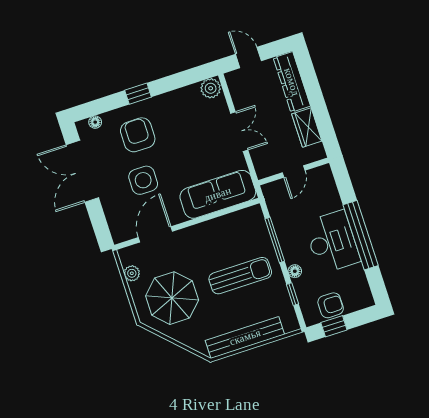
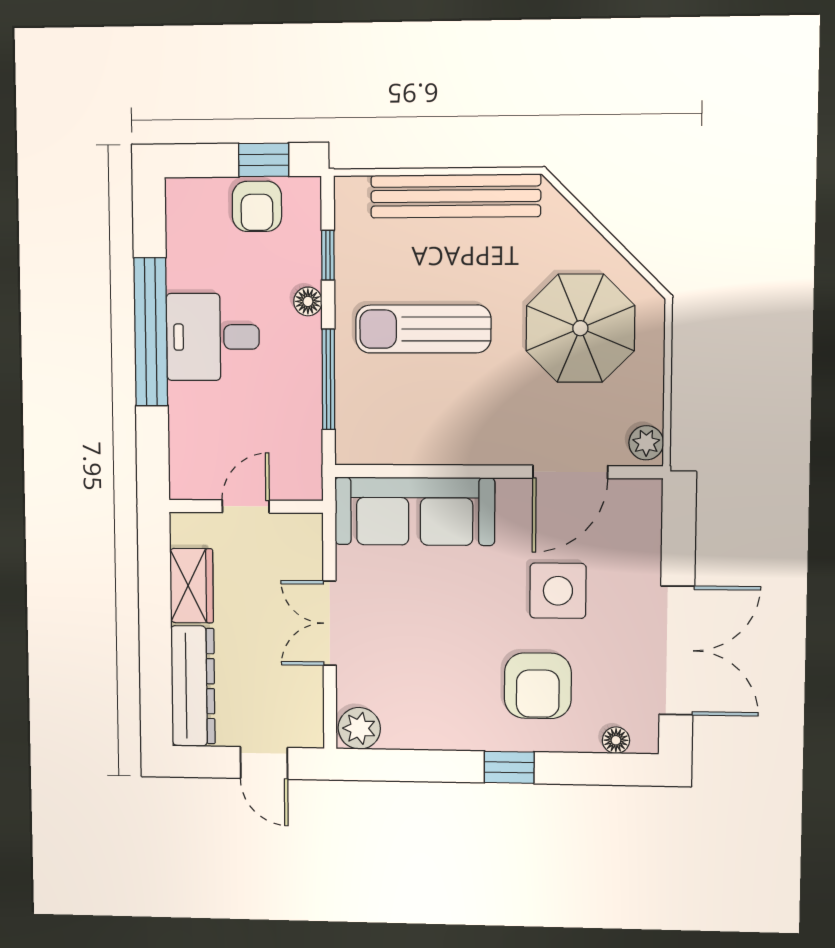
desk: (332, 242) -> (213, 337), width x0.73
plant: (132, 273) -> (646, 443), moved
armchair: (331, 305) -> (257, 206), turned -90

